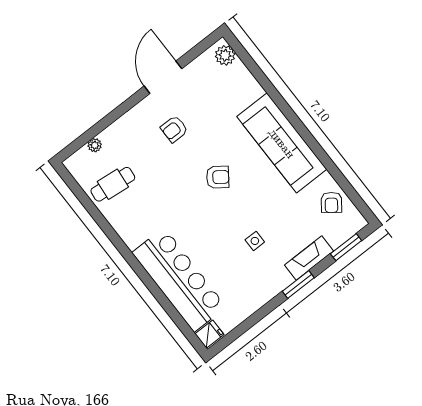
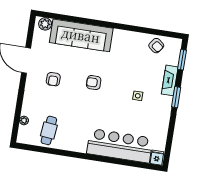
sofa: (282, 143) -> (81, 35), moved
armchair: (218, 177) -> (94, 83), turned -126

